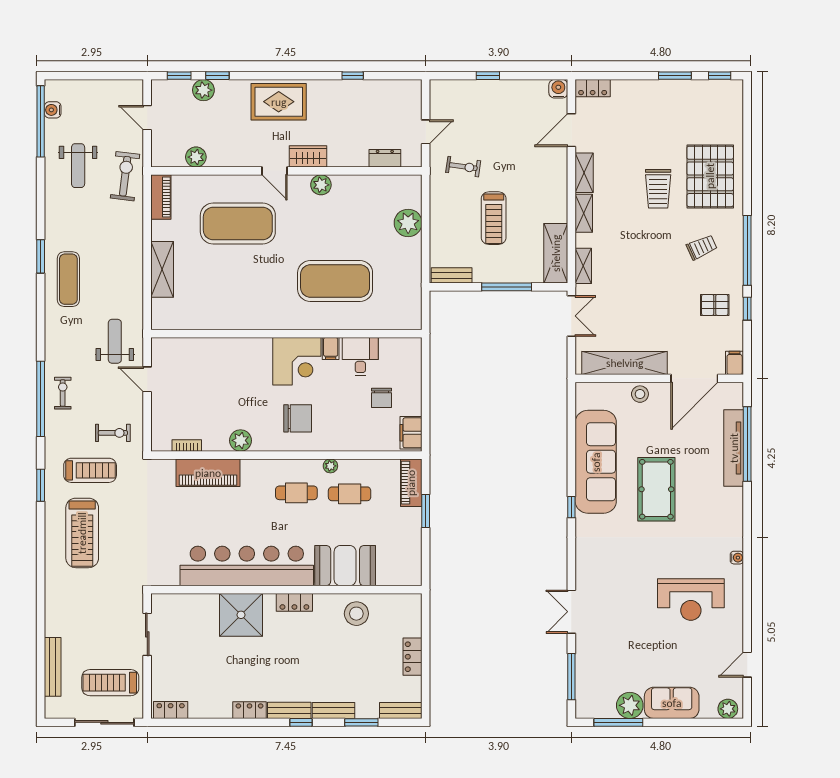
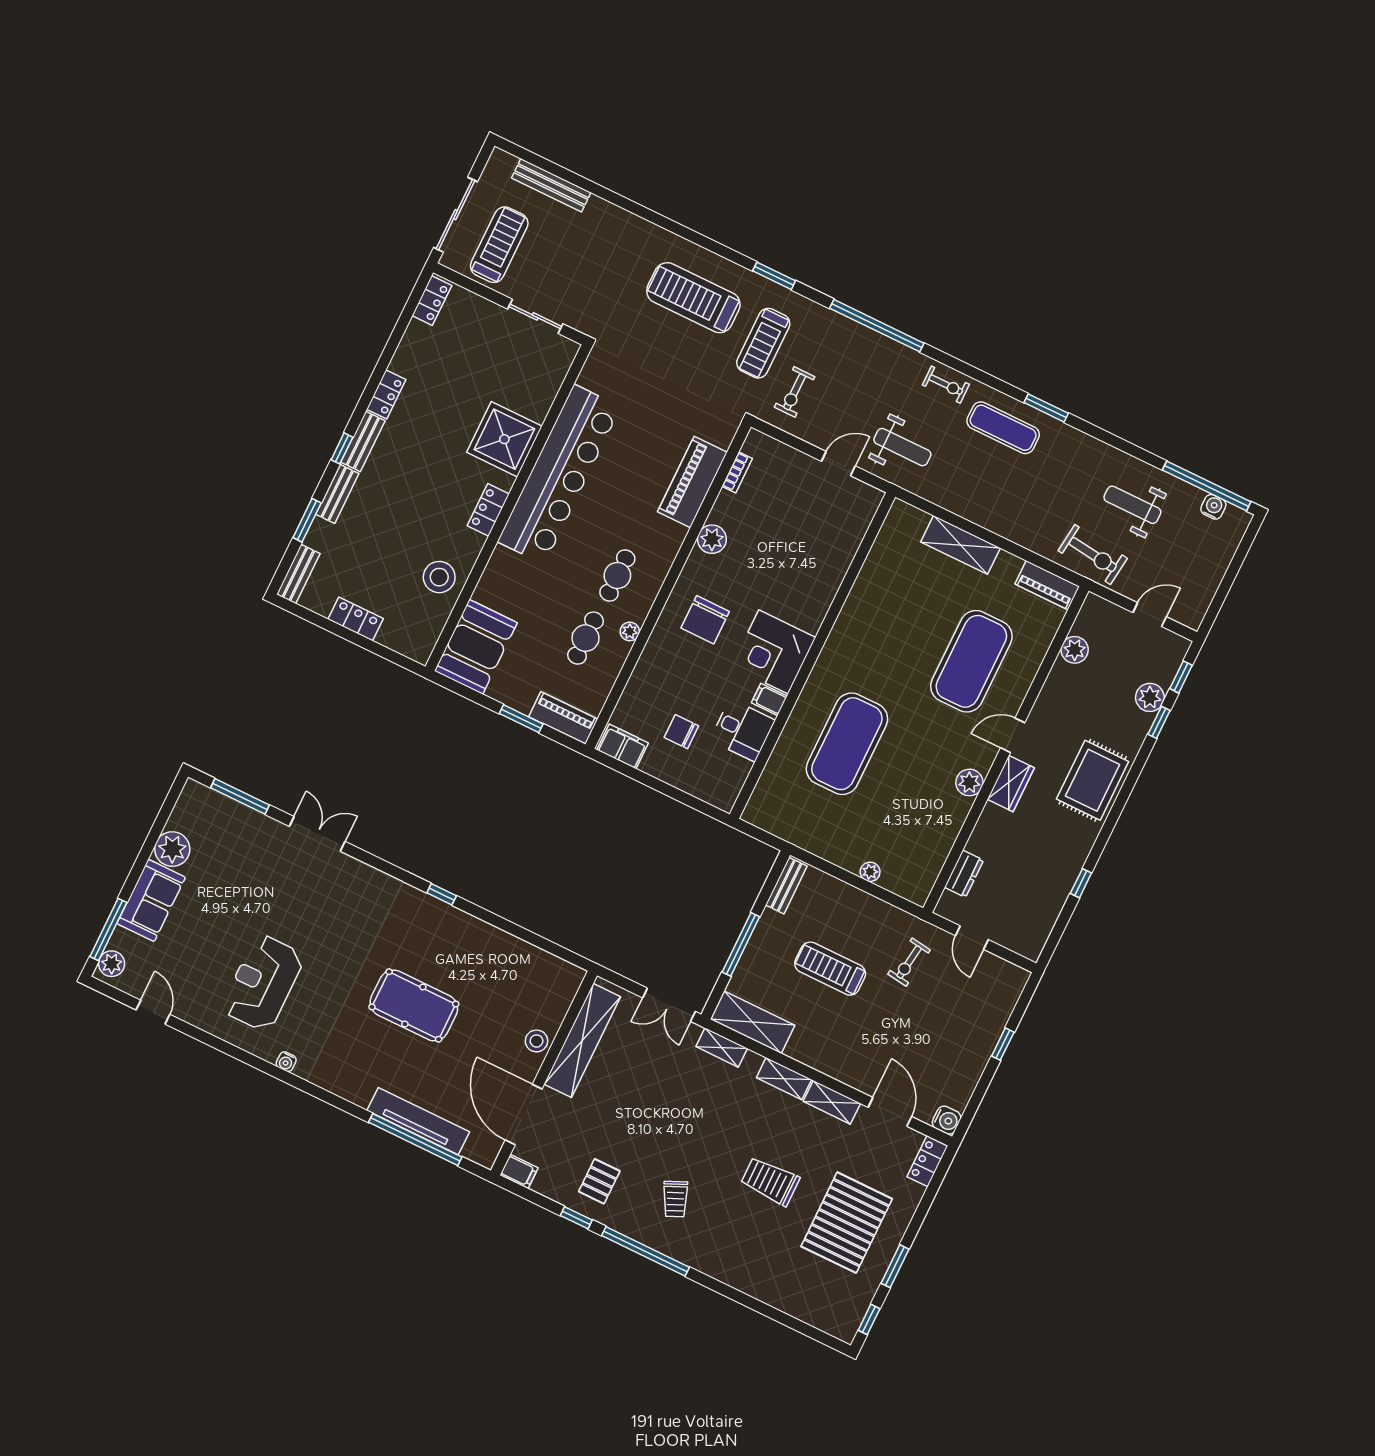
pallet: (710, 176) -> (847, 1223), moved, turned 90
plant: (408, 223) -> (870, 872), width x0.53, depth x0.53
exercise bike: (63, 393) -> (946, 385), moved
sofa: (596, 462) -> (482, 949), removed
booth: (345, 566) -> (476, 647), moved
window: (618, 722) -> (108, 930), moved

